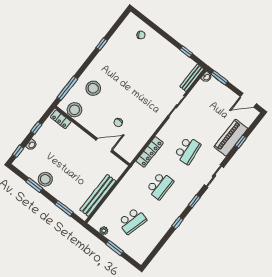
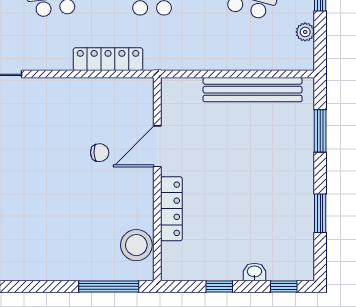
stool: (93, 88) -> (74, 242), removed
locker: (61, 119) -> (171, 209), moved, width x1.53
door: (104, 145) -> (157, 146), hinge flipped
stool: (45, 179) -> (295, 202), removed

